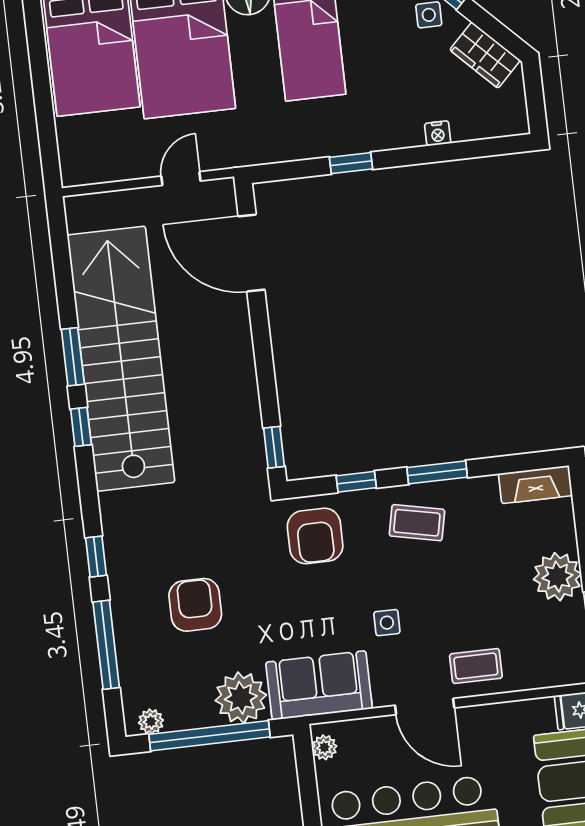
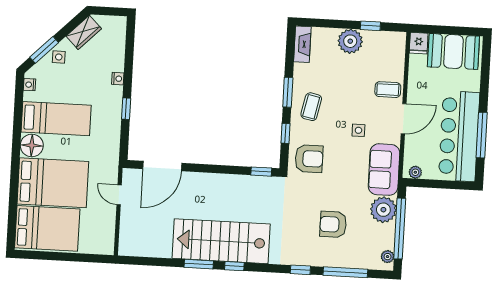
nightstand: (438, 133) -> (118, 79), moved
stairs: (121, 359) -> (221, 241), width x0.73
coffee table: (476, 666) -> (388, 90), turned 90

